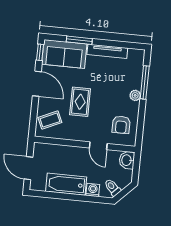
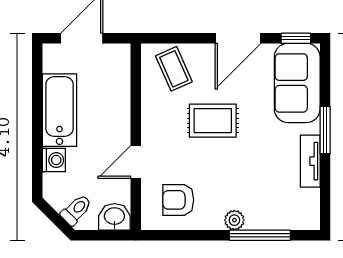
window: (79, 40) -> (325, 130), moved
tv unit: (107, 51) -> (310, 161), width x0.71
toilet: (112, 187) -> (76, 210), moved

